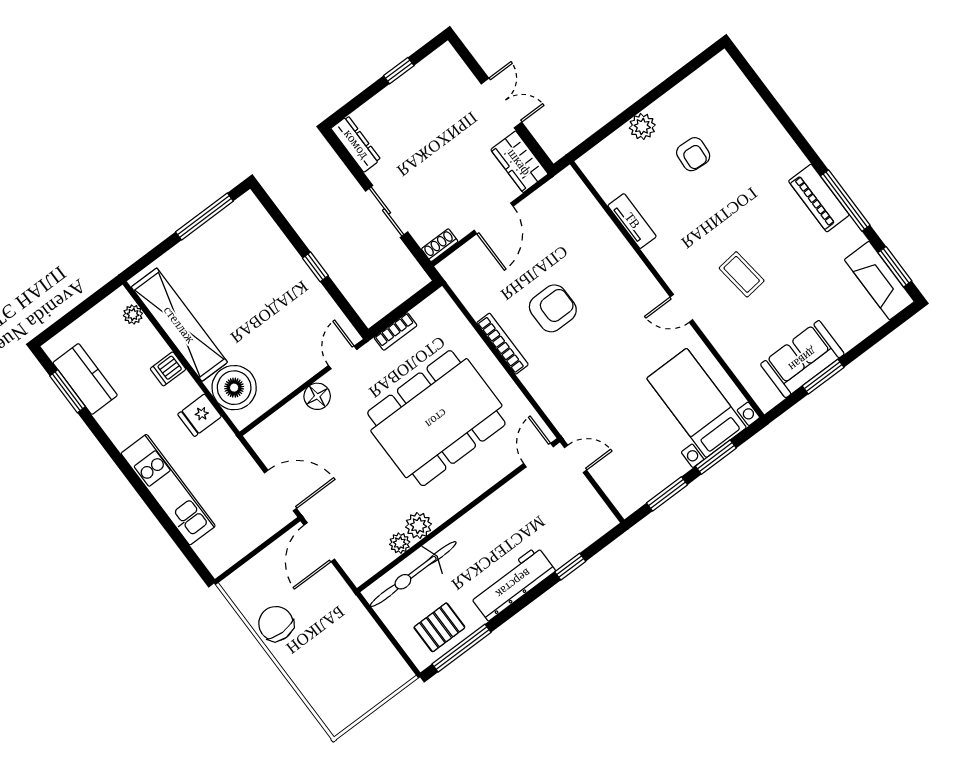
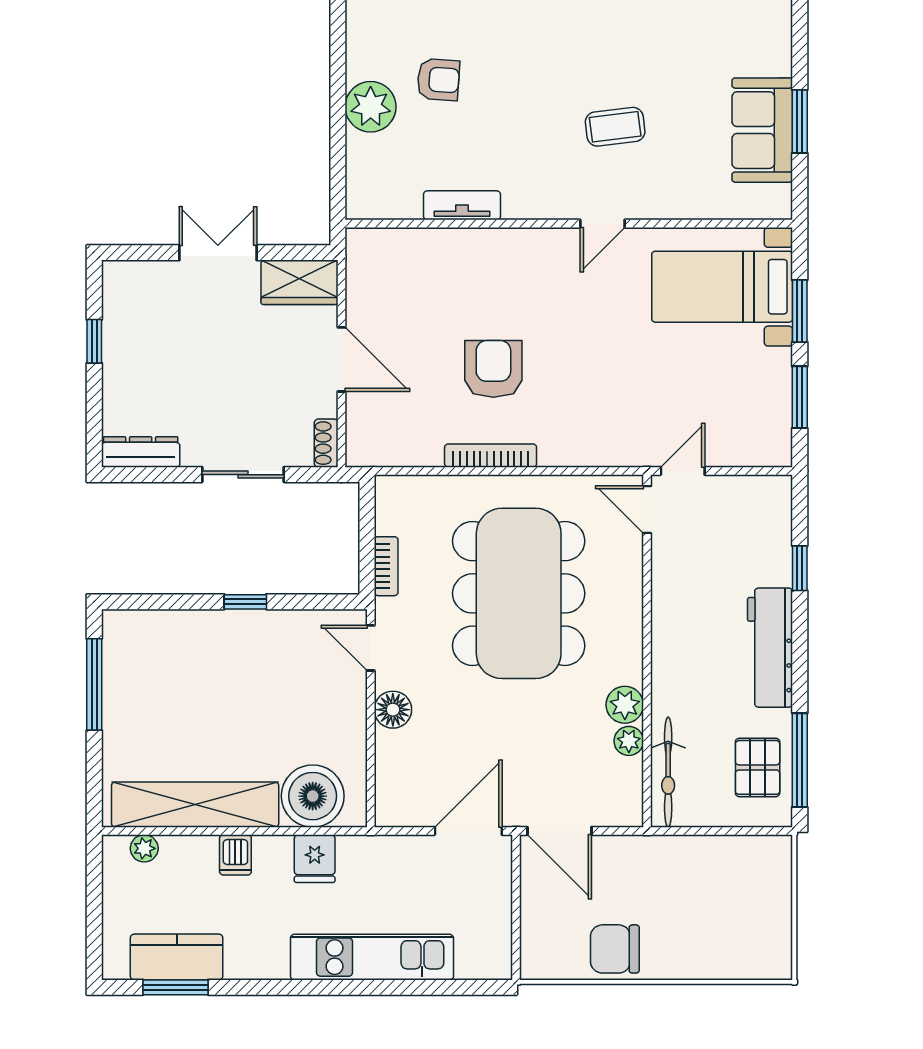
plant: (642, 126) -> (371, 107), width x1.36, depth x1.36
bicycle: (413, 574) -> (668, 772), width x0.73, depth x0.71

